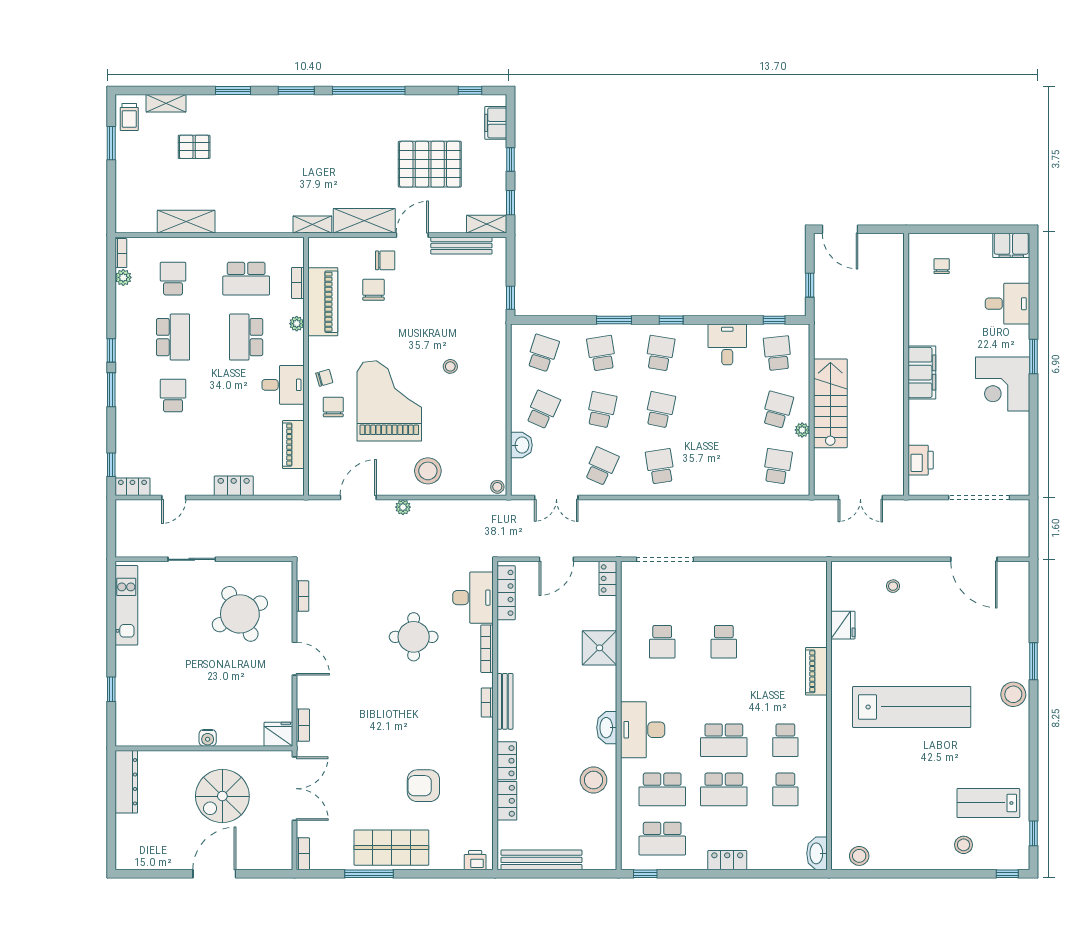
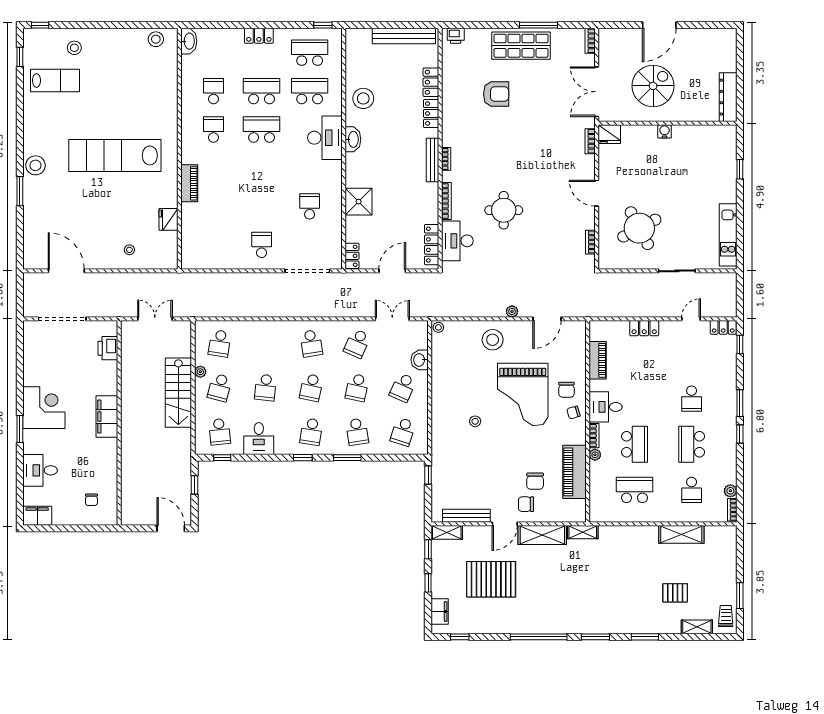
bookcase: (298, 283) -> (594, 436), moved
school desk: (719, 410) -> (265, 388), added
school desk: (724, 642) -> (262, 245), moved

